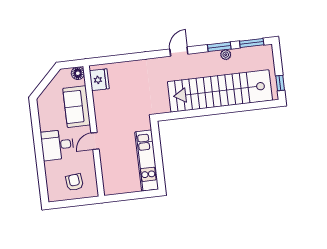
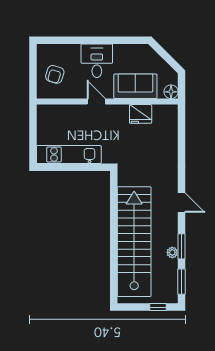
fridge: (99, 80) -> (141, 114), moved
window: (280, 83) -> (158, 307), moved
armchair: (74, 182) -> (55, 74), turned 113

